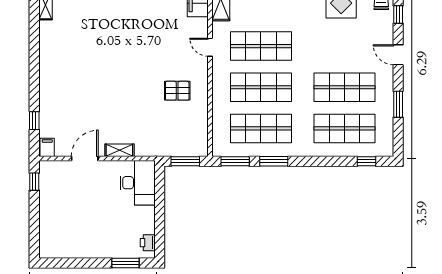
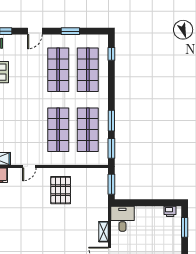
shop shelf: (261, 46) -> (29, 130), removed
pallet: (177, 91) -> (61, 190), width x1.50, depth x1.42
desk: (138, 183) -> (122, 219), width x0.73

